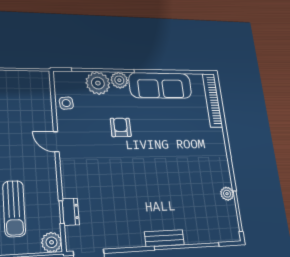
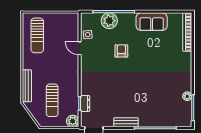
plant: (119, 80) -> (124, 18), removed
sofa: (160, 85) -> (152, 22), width x0.73
door: (56, 142) -> (80, 48), moved
bench: (164, 238) -> (126, 122), moved

